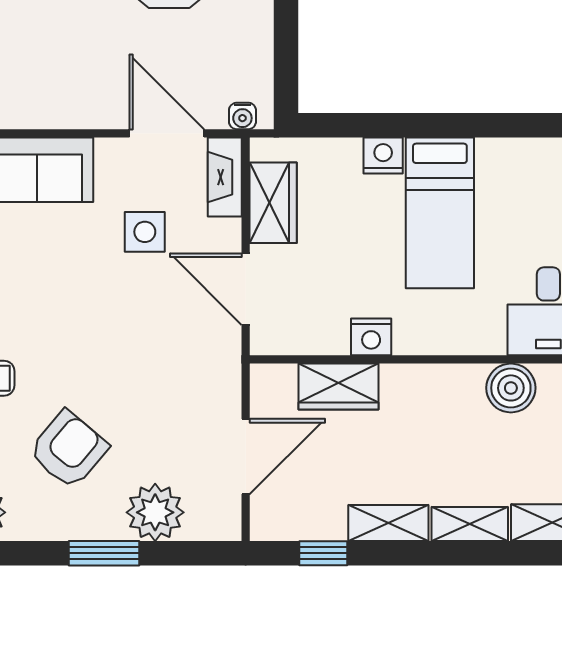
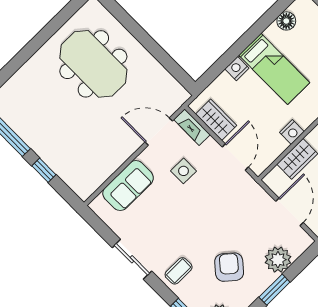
water cooler: (242, 116) -> (178, 101), removed
floor lamp: (532, 158) -> (286, 21), added
door: (246, 289) -> (235, 157), swing flipped

